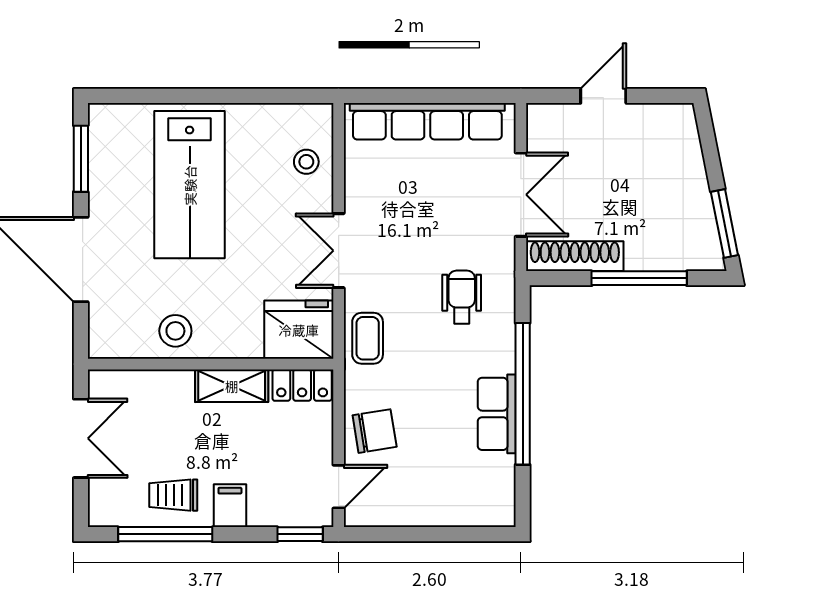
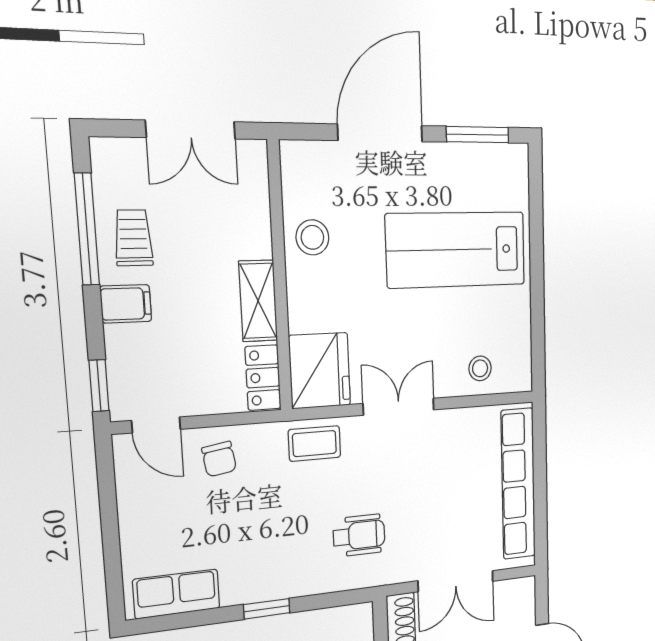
window: (523, 394) -> (267, 609), width x0.32
row of seats: (497, 414) -> (177, 594), moved
chair: (375, 431) -> (219, 459), width x0.73, depth x0.73

